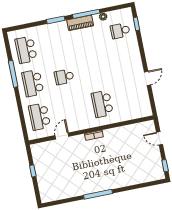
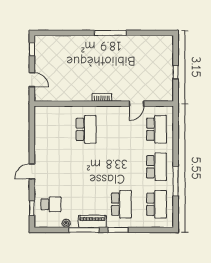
school desk: (64, 77) -> (121, 204), moved, width x1.85
door: (147, 78) -> (32, 171), moved

